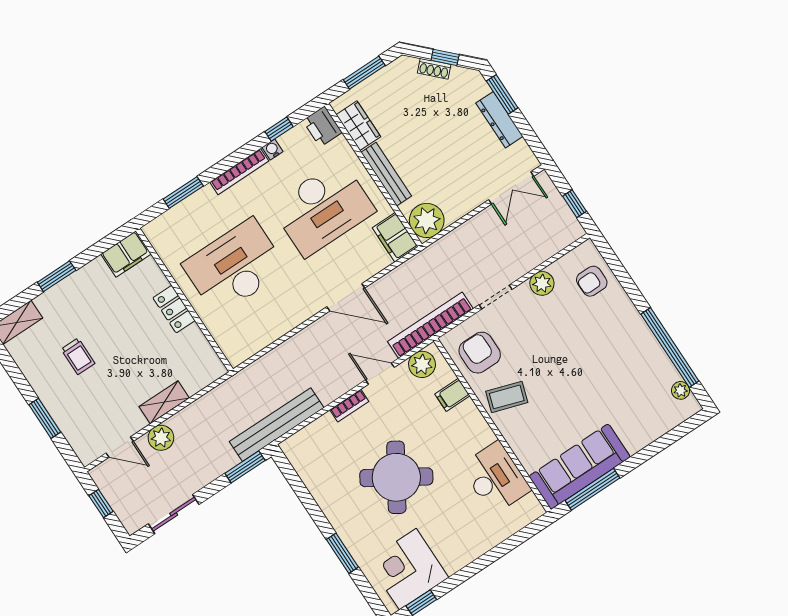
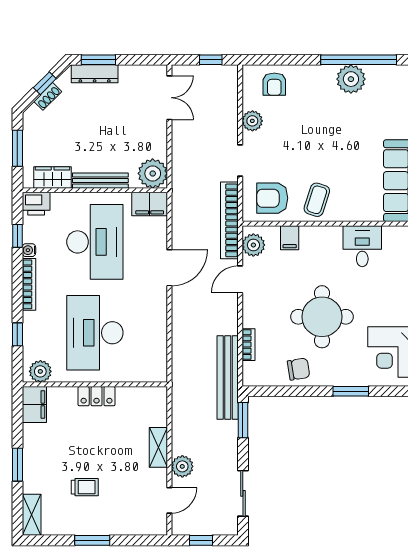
dresser: (499, 120) -> (95, 74), moved
window: (183, 192) -> (17, 334), width x0.67
plant: (162, 239) -> (40, 371), added
plant: (681, 390) -> (351, 79), moved, width x1.87, depth x1.87
bookcase: (349, 406) -> (248, 345), moved
window: (45, 418) -> (92, 540), moved
round table: (396, 477) -> (322, 317), turned -32
desk: (496, 478) -> (362, 246), width x0.73
chair: (330, 488) -> (299, 369), added

